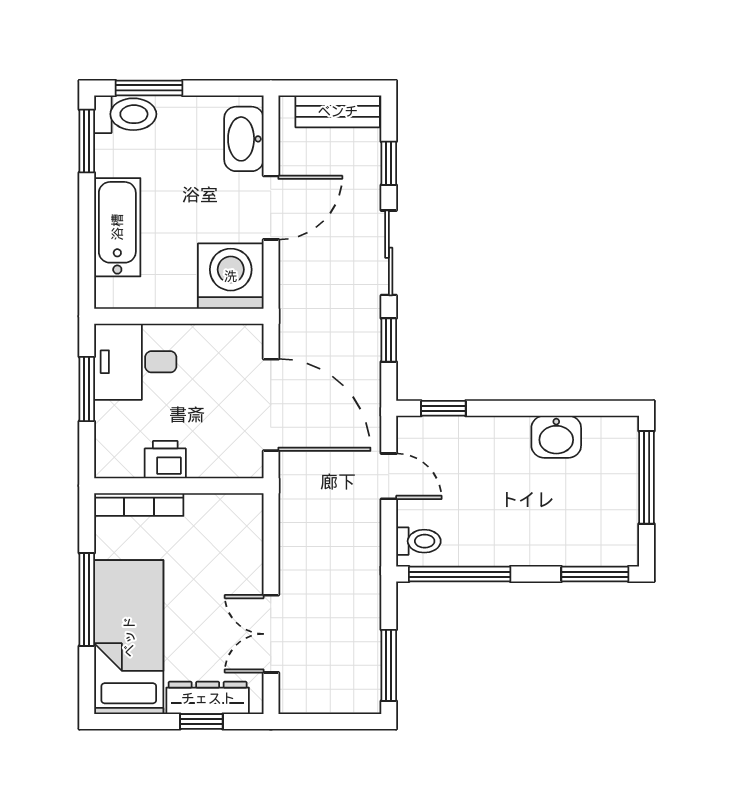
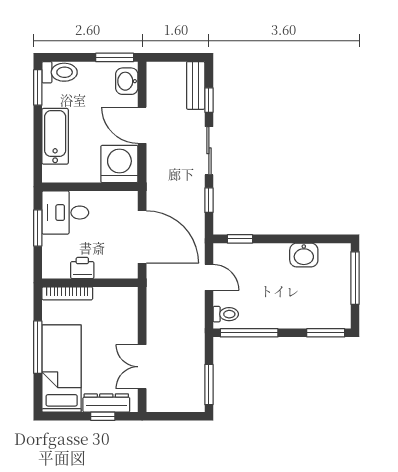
window: (149, 88) -> (115, 57), moved
bench: (338, 111) -> (196, 85), moved, turned 90
washbasin: (244, 139) -> (127, 81), width x0.72
door: (271, 208) -> (142, 125), swing flipped

